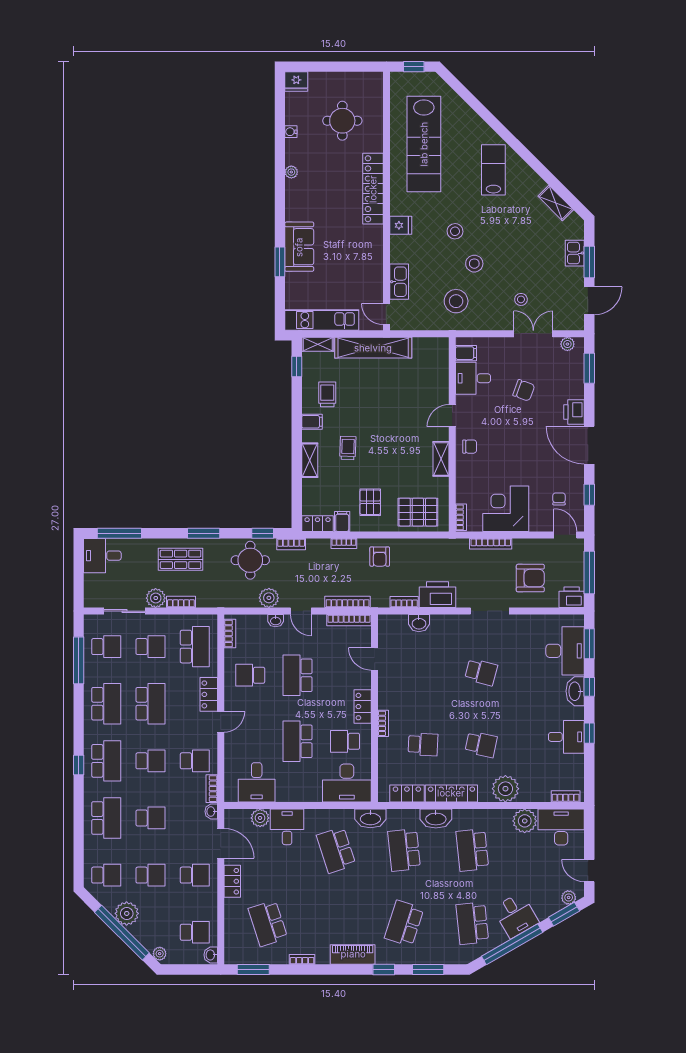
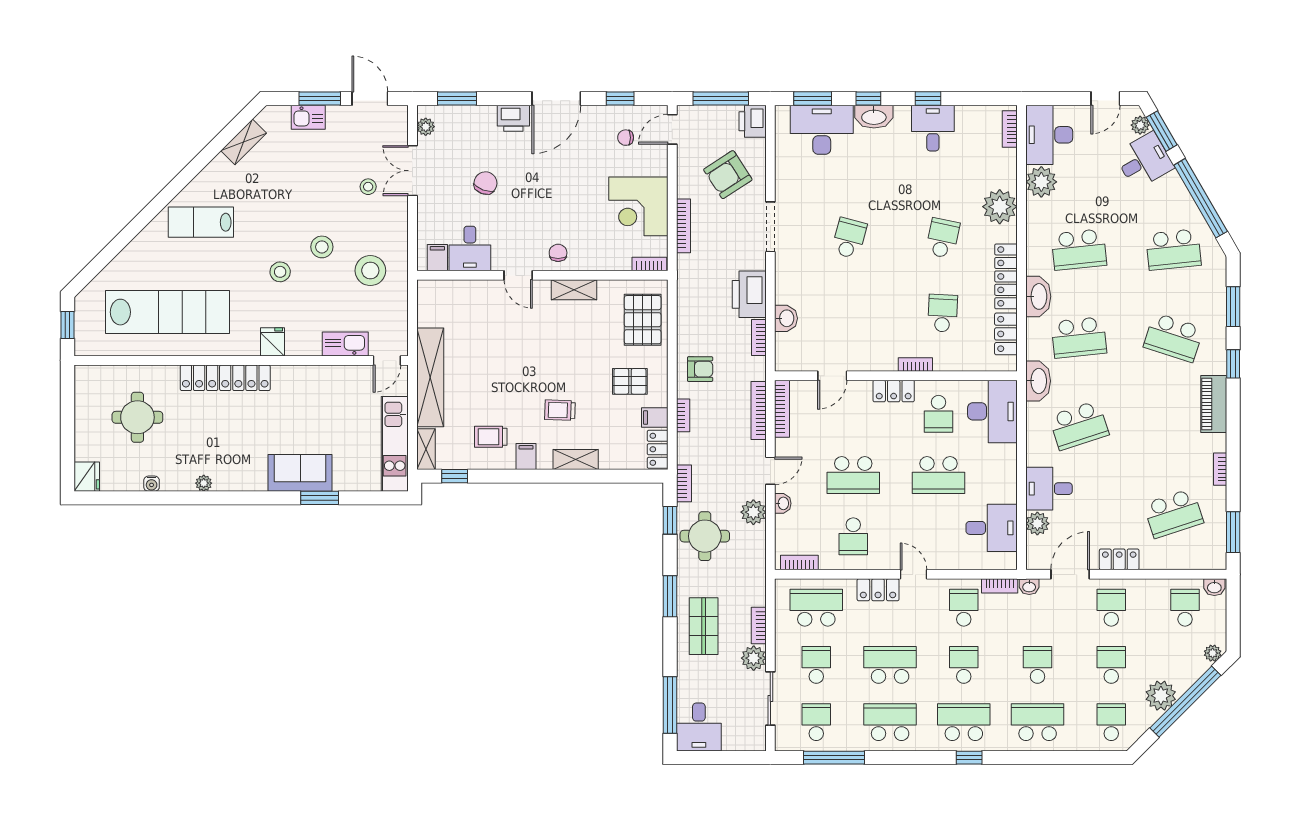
armchair: (530, 578) -> (728, 175), turned -123
desk: (516, 915) -> (1144, 161), moved

